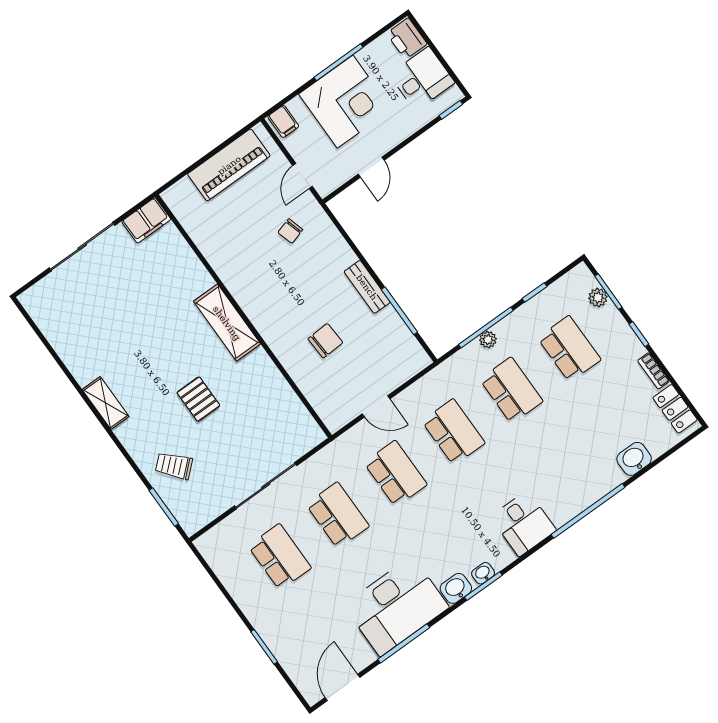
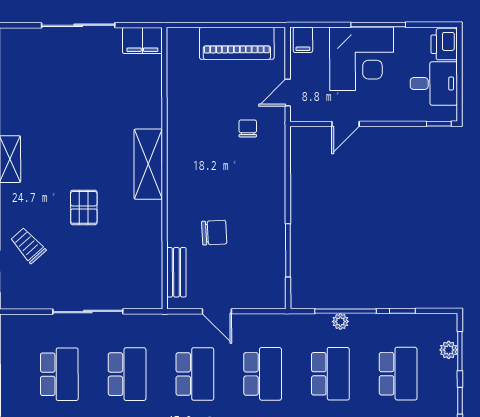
chair: (290, 231) -> (248, 128), turned 106
bench: (367, 287) -> (176, 272), moved

